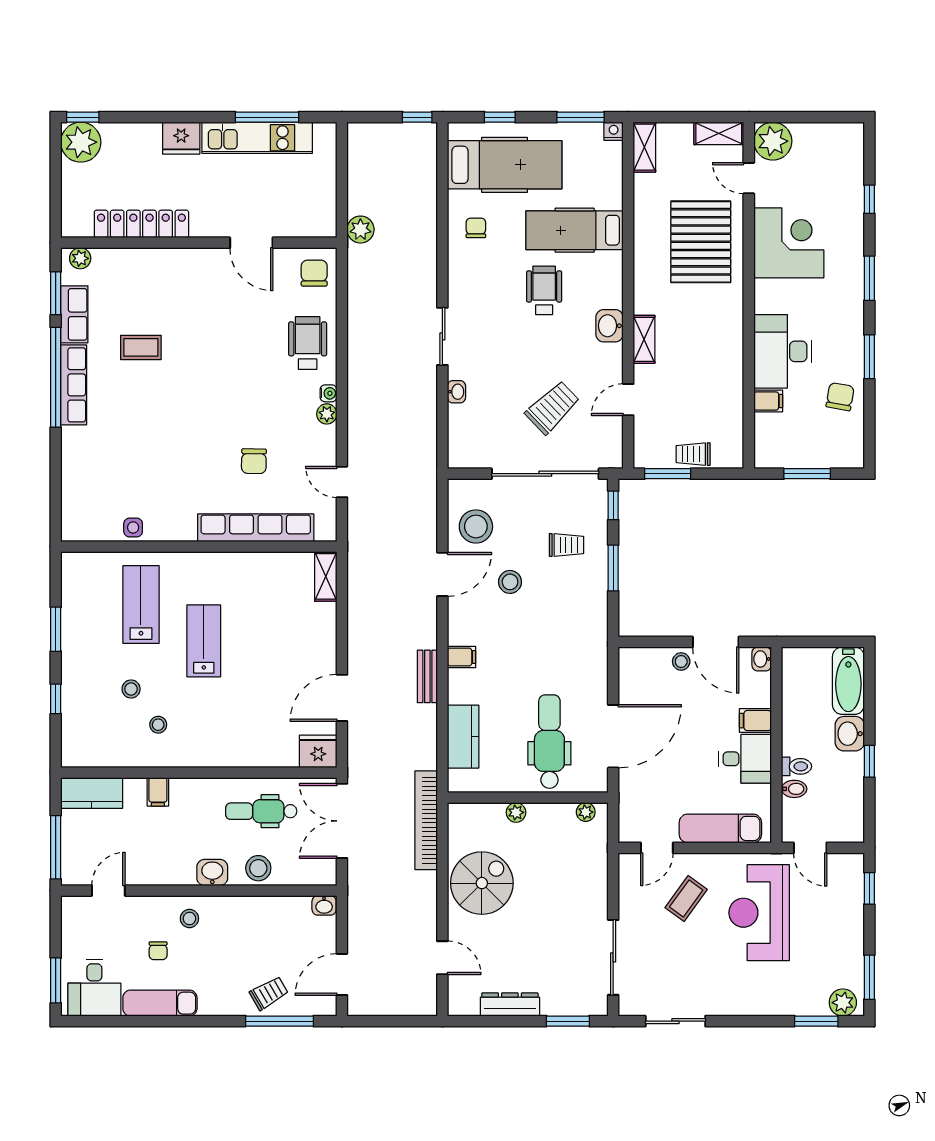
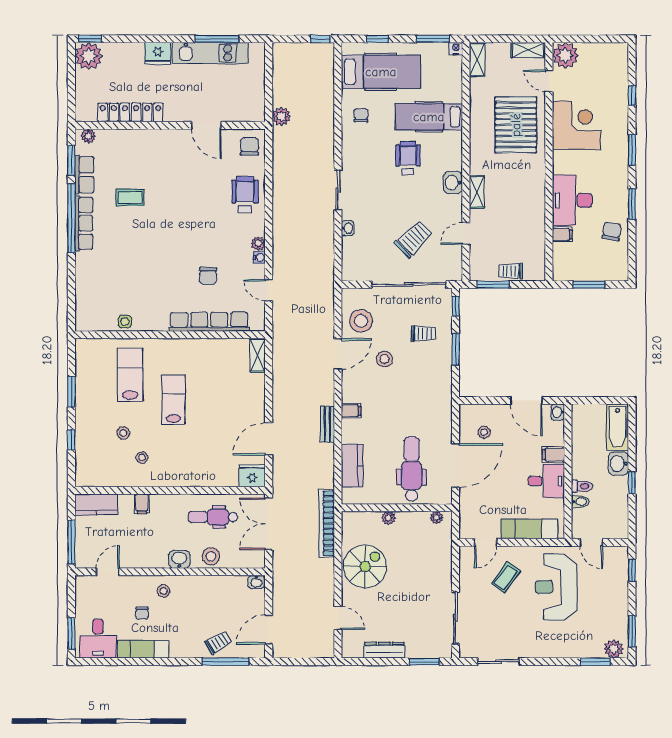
water cooler: (328, 393) -> (259, 258), moved
stool: (681, 661) -> (484, 432), moved

